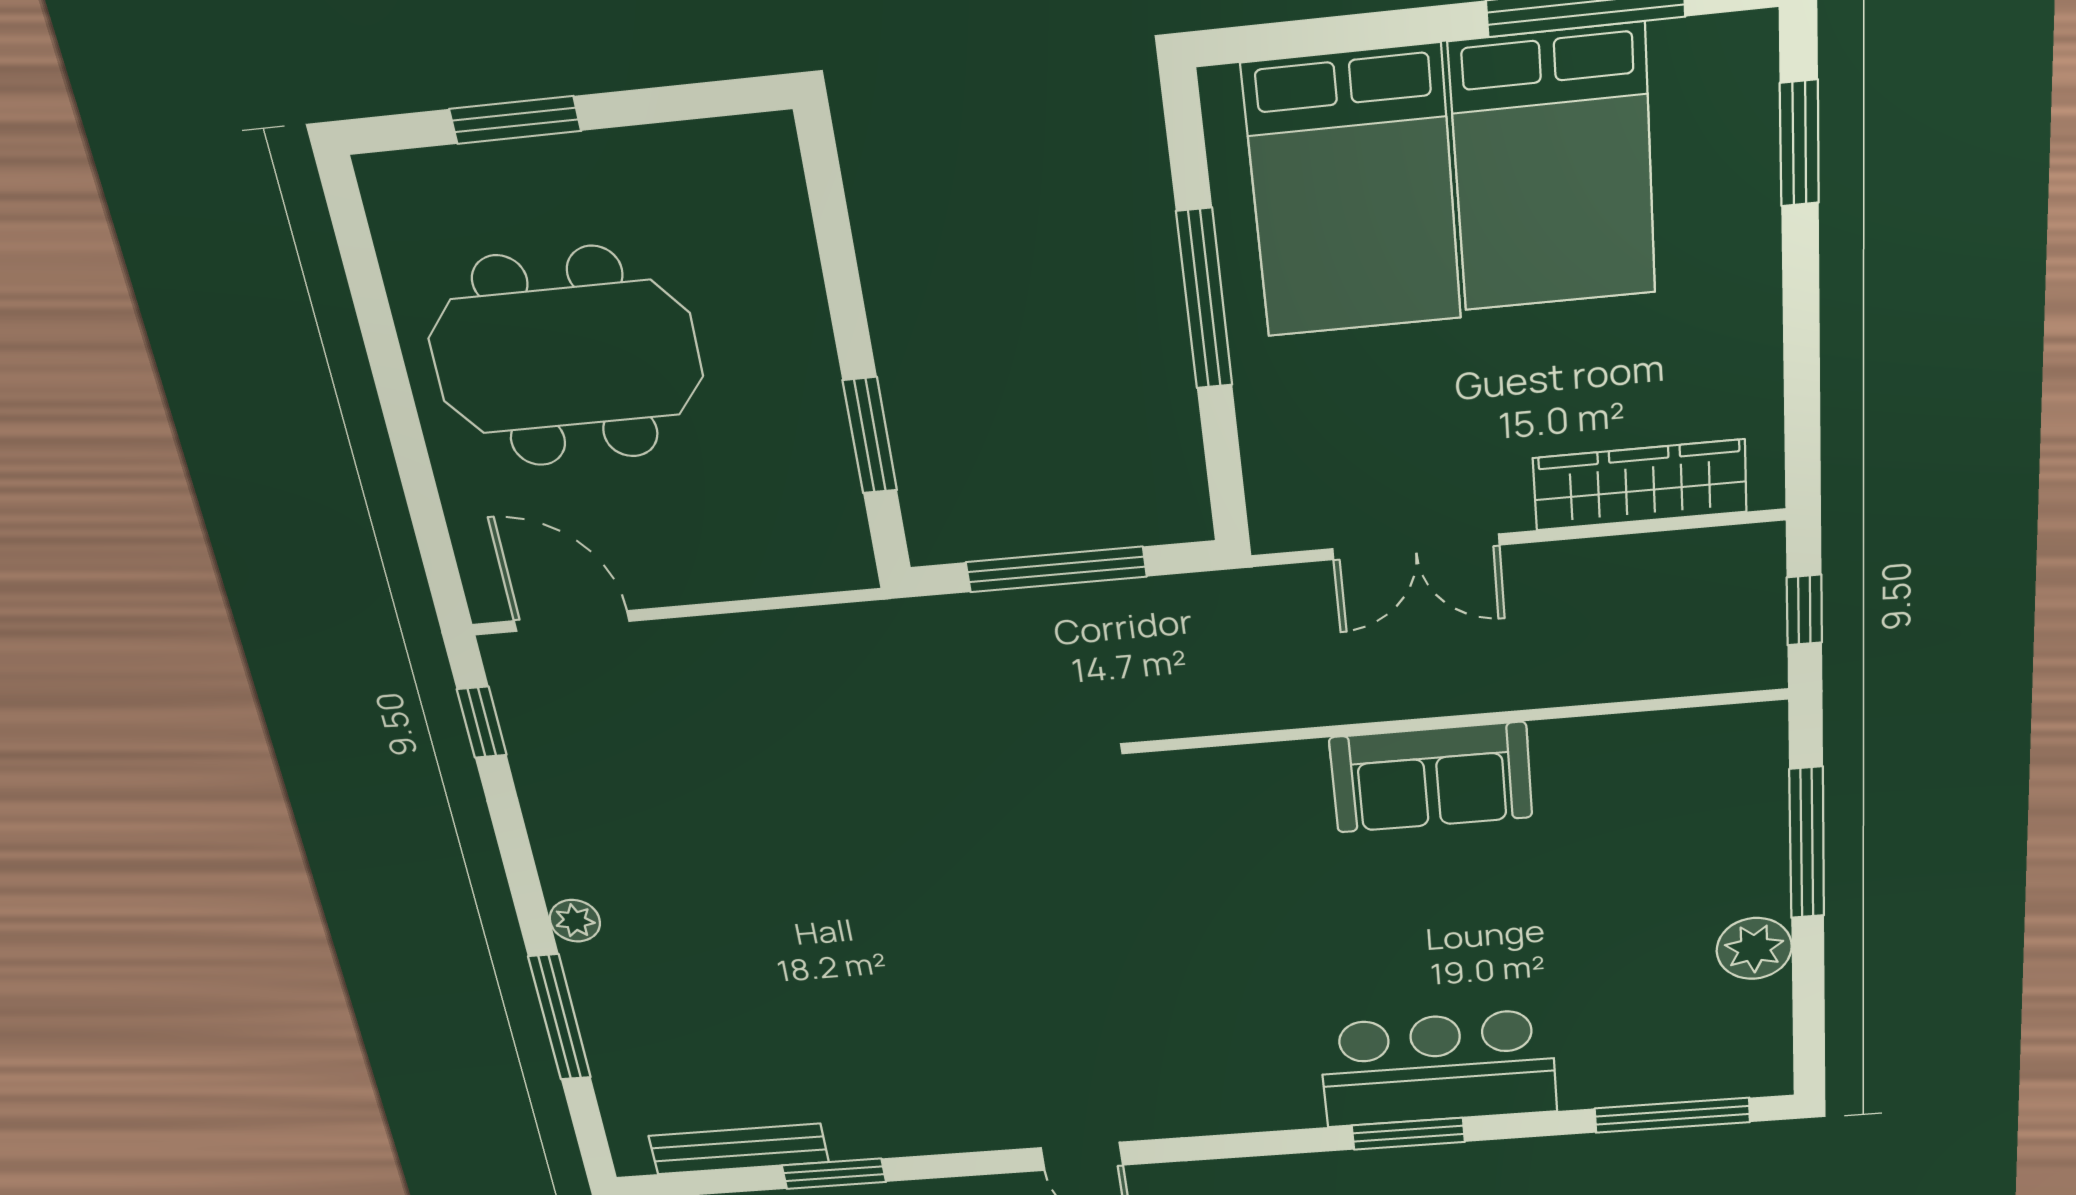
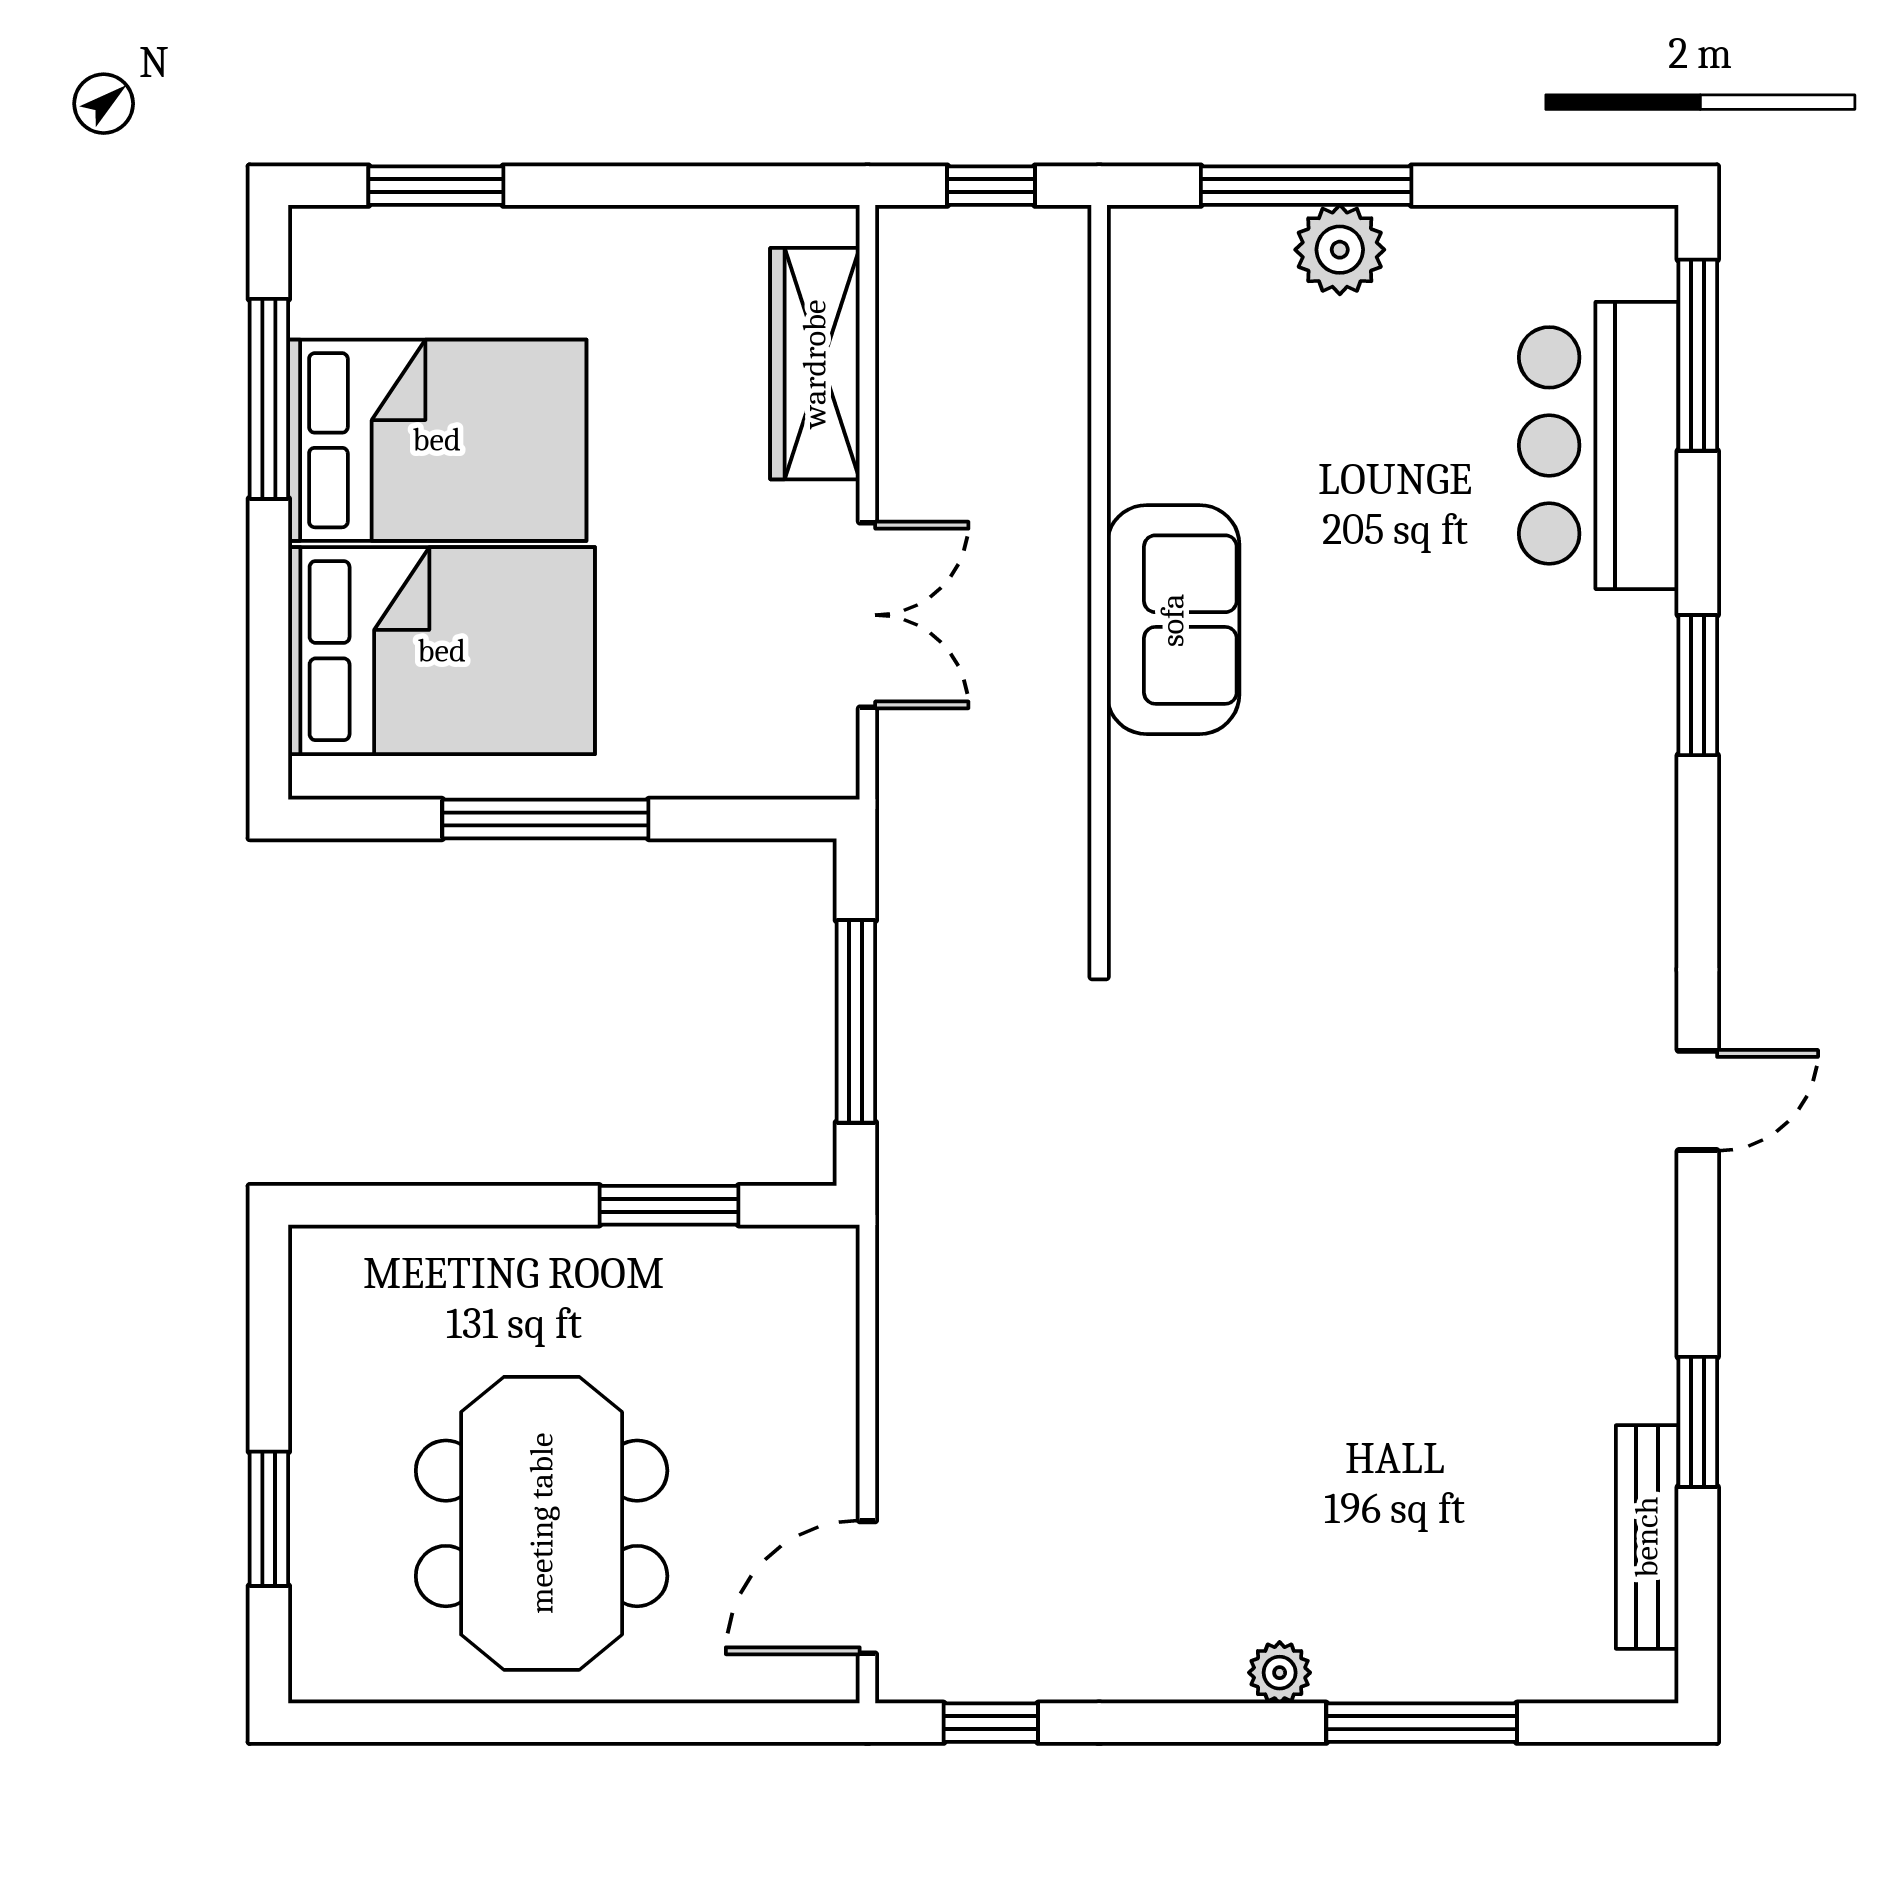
plant: (1754, 948) -> (1340, 250), moved
bar counter: (1438, 1068) -> (1599, 445), moved

